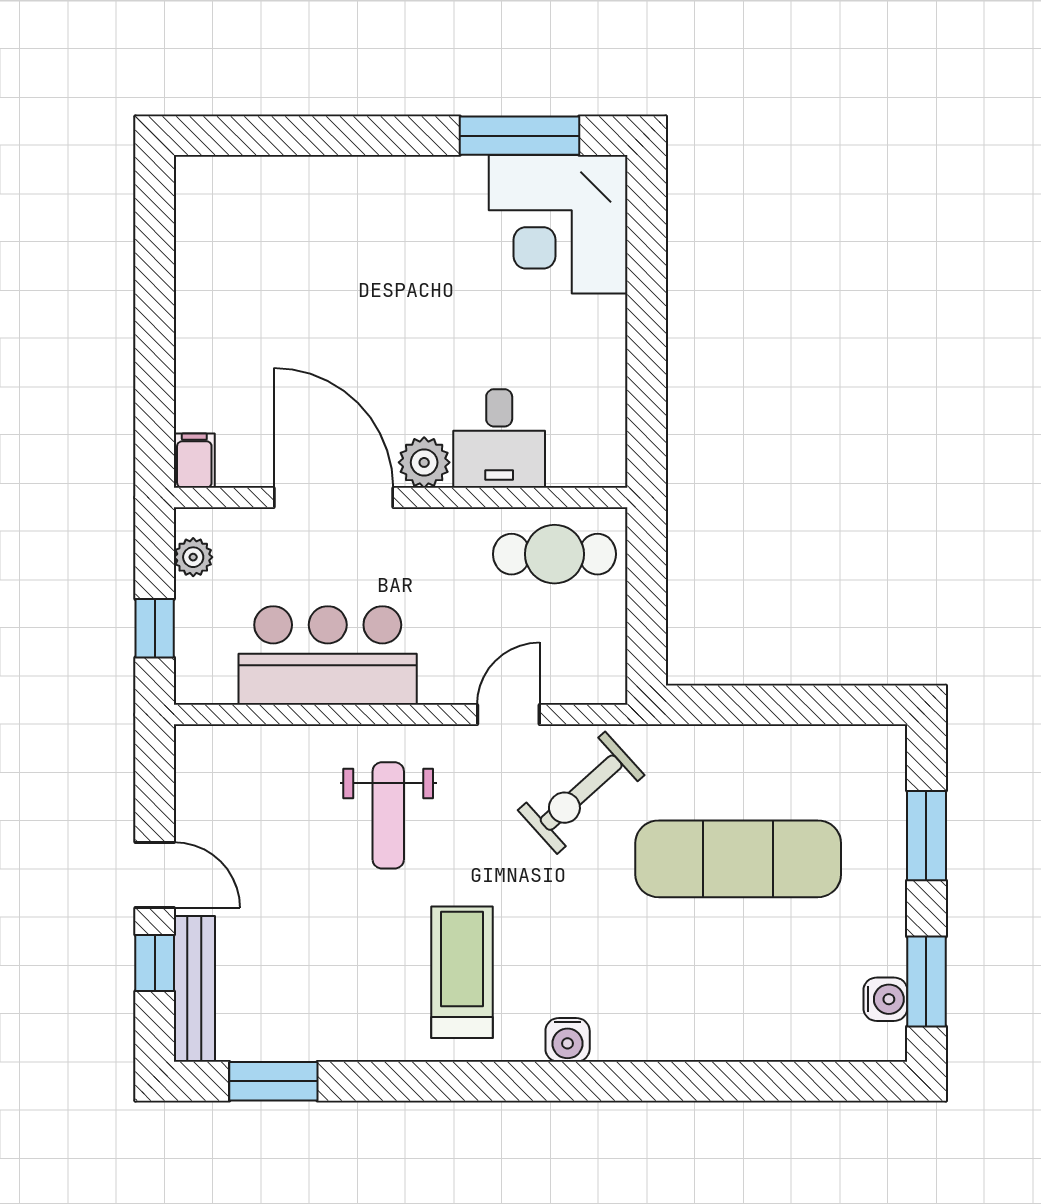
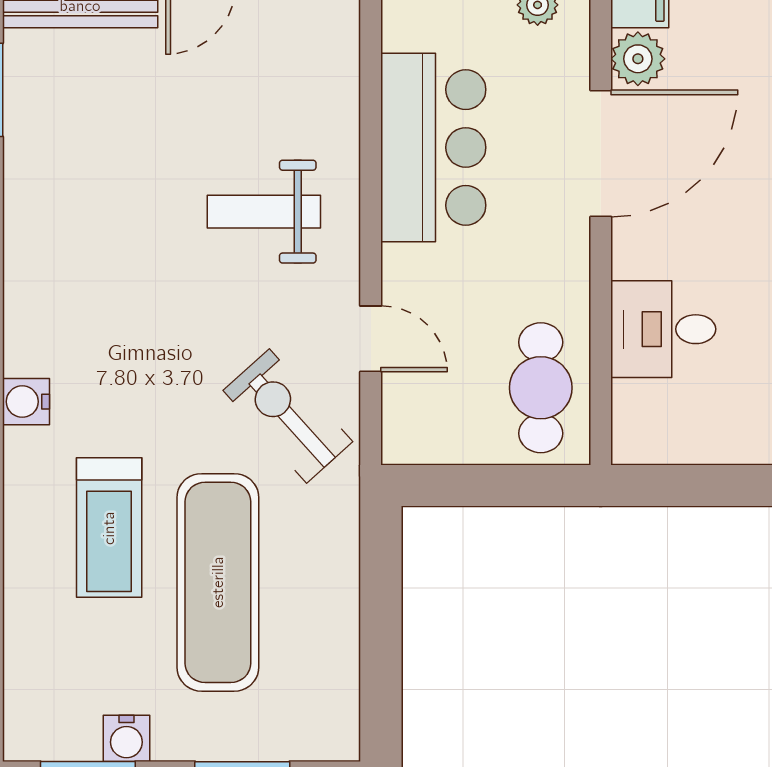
plant: (424, 462) -> (638, 59), moved
treadmill: (462, 972) -> (109, 528), moved, turned 90
water cooler: (885, 999) -> (126, 738), moved

